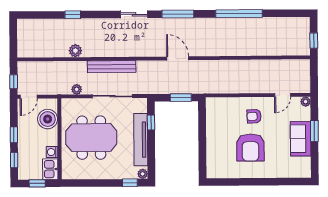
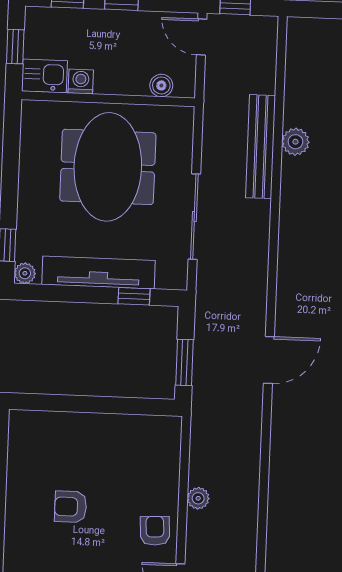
bench: (112, 67) -> (261, 147), moved
plant: (77, 89) -> (198, 498), moved
armchair: (254, 116) -> (155, 531), moved
boiler: (48, 119) -> (161, 85), width x0.54, depth x0.54
armchair: (250, 148) -> (71, 507), width x0.53, depth x0.53

